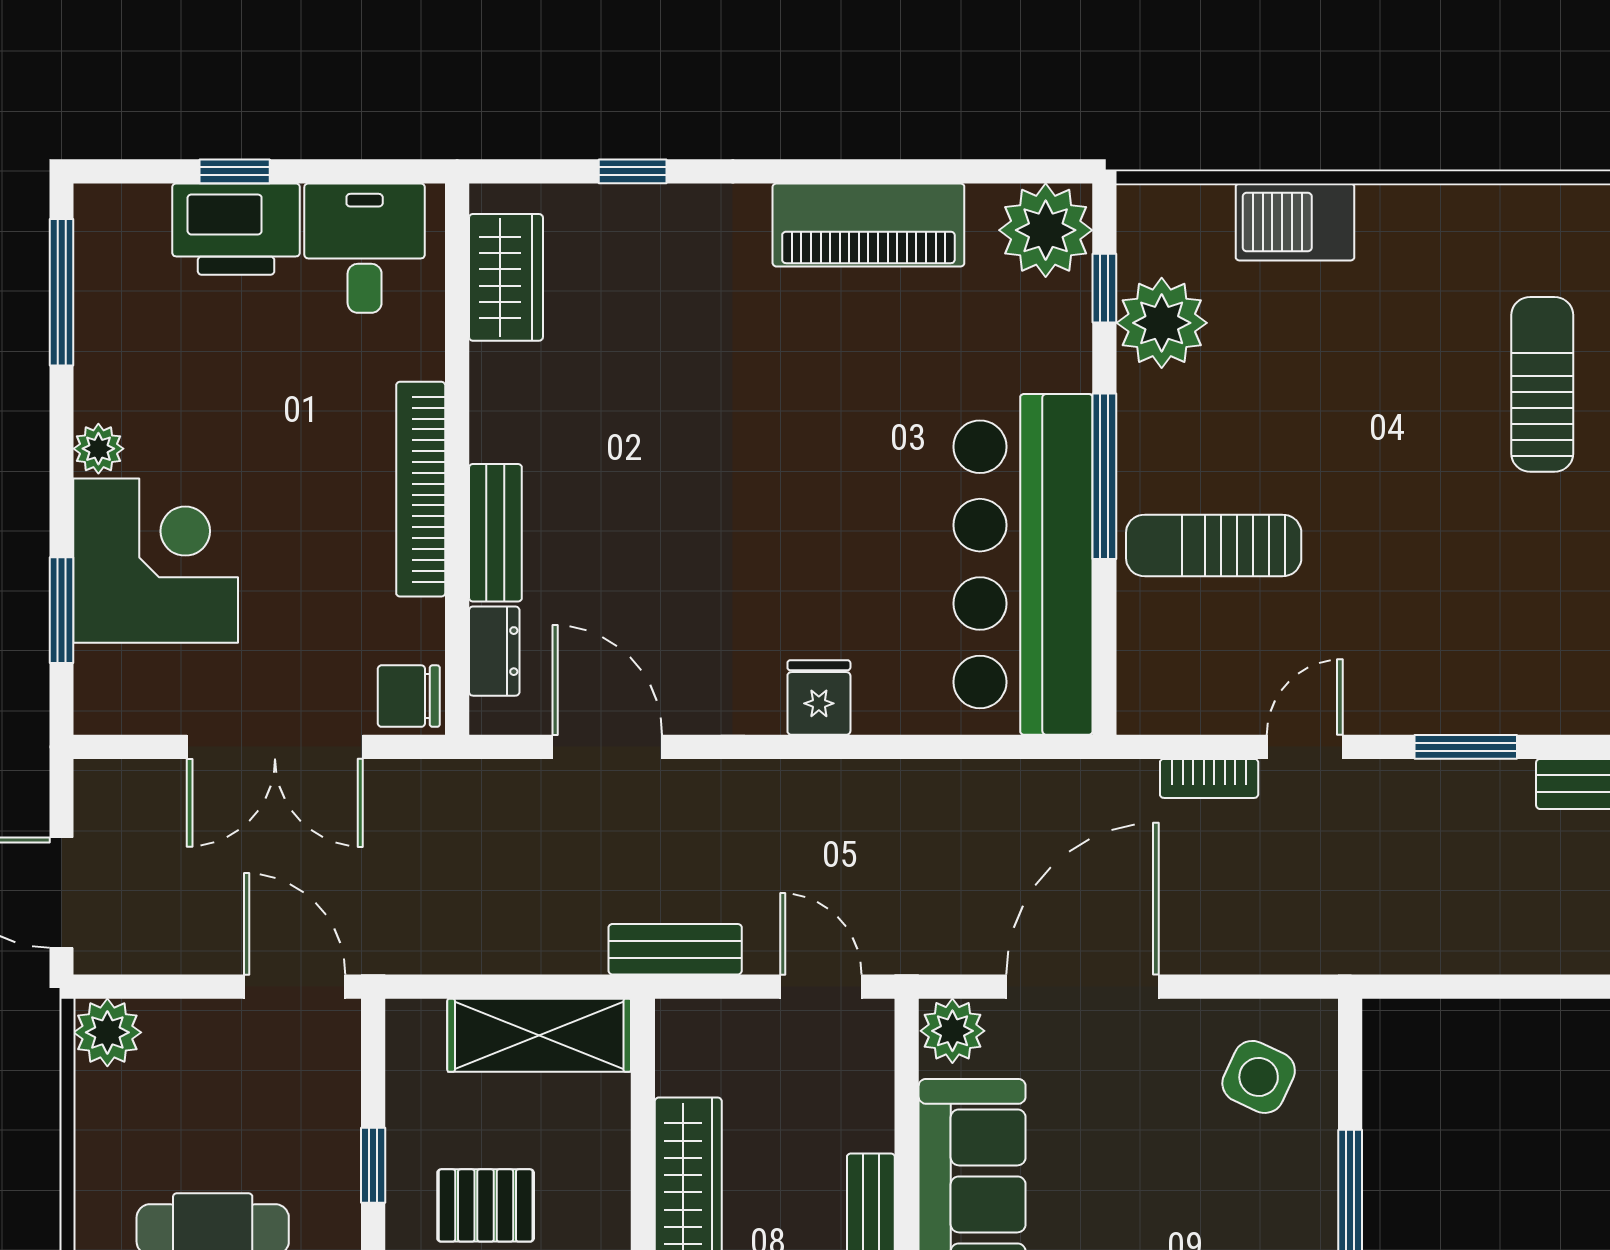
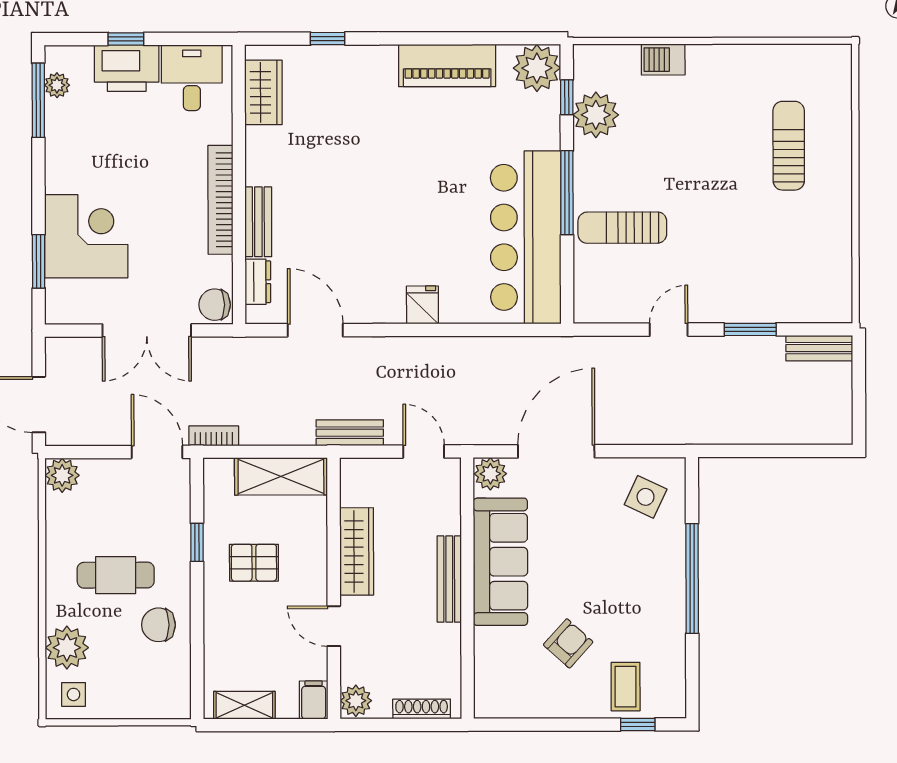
barbecue: (1295, 222) -> (663, 60), width x0.73, depth x0.79
plant: (98, 449) -> (57, 85), moved
bookcase: (1209, 778) -> (214, 436), moved, turned 180

